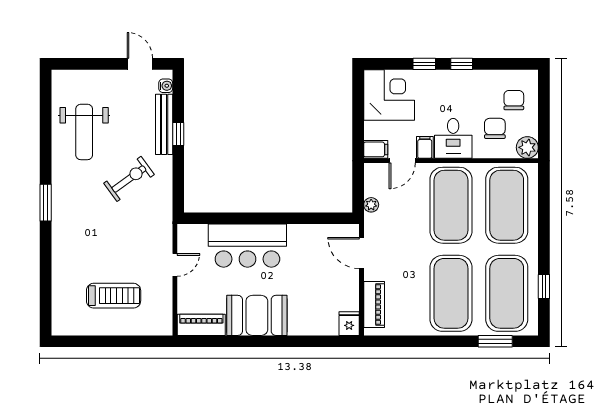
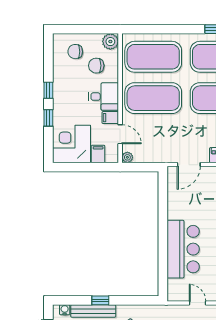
filing cabinet: (376, 149) -> (98, 154), moved
plant: (371, 205) -> (127, 157), moved

